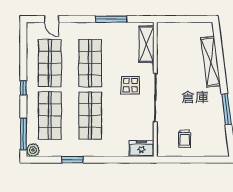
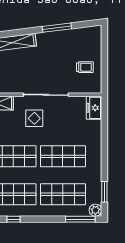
window: (23, 88) -> (14, 219), moved
window: (72, 160) -> (104, 192), moved

